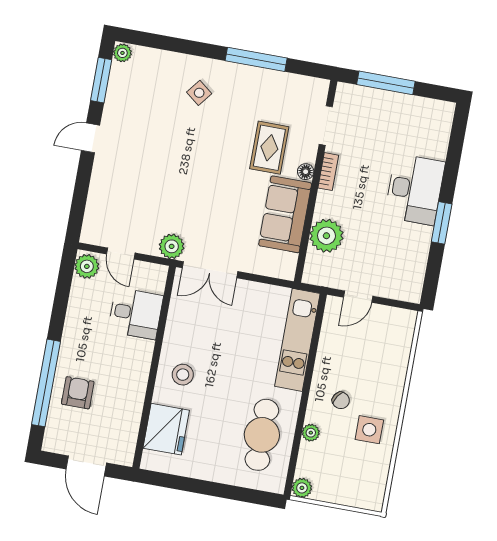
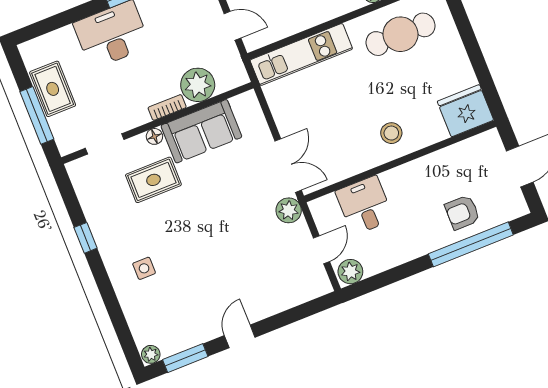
window: (256, 59) -> (86, 238), width x0.46
side table: (199, 93) -> (144, 268), turned -38
rug: (400, 110) -> (53, 89), added
door: (91, 138) -> (240, 336), swing flipped
bookcase: (328, 172) -> (167, 107), moved
fridge: (166, 429) -> (465, 111), moved

